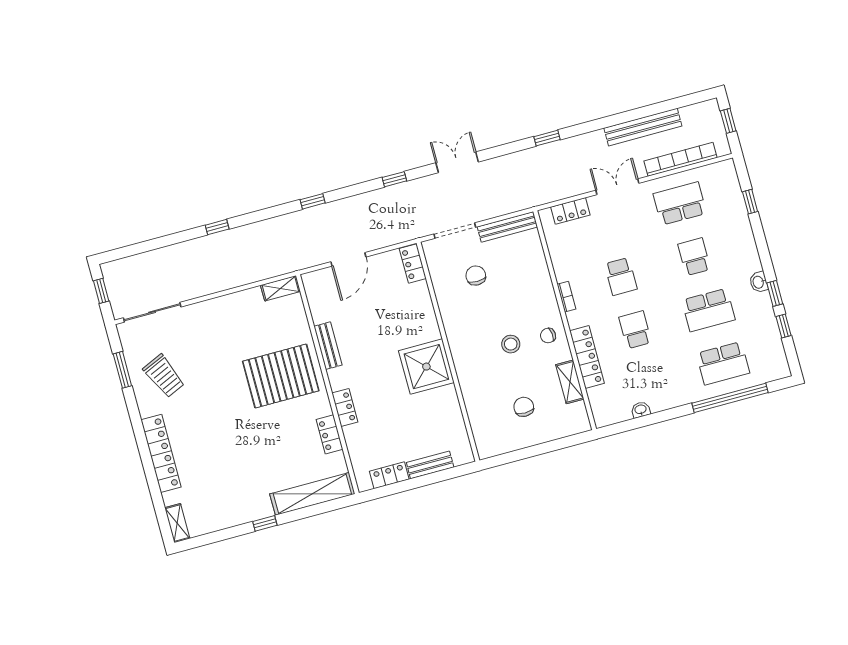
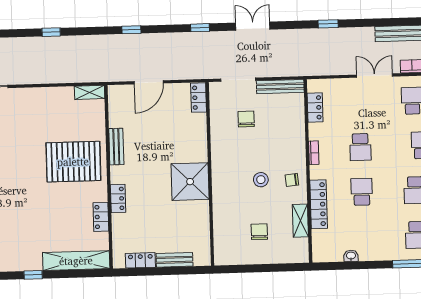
locker: (570, 211) -> (315, 107), moved, turned -90

